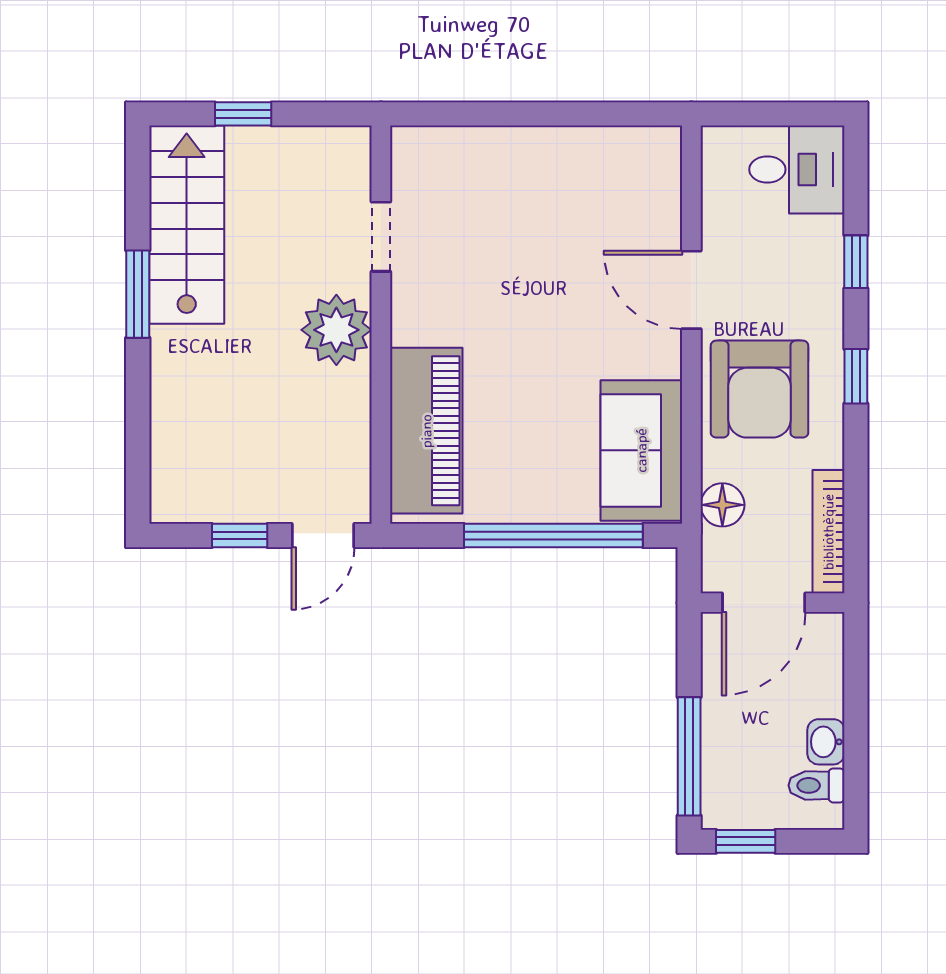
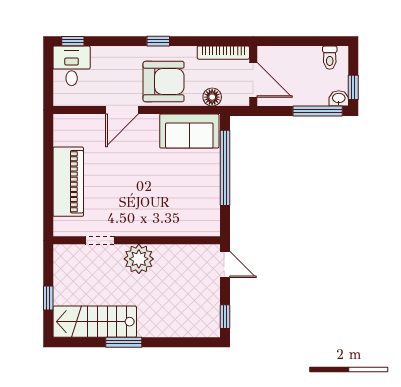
window: (856, 262) -> (73, 41), moved
piano: (426, 431) -> (68, 182), moved, turned 90
window: (240, 536) -> (225, 317), moved
washbasin: (826, 742) -> (339, 98), moved, turned 180

